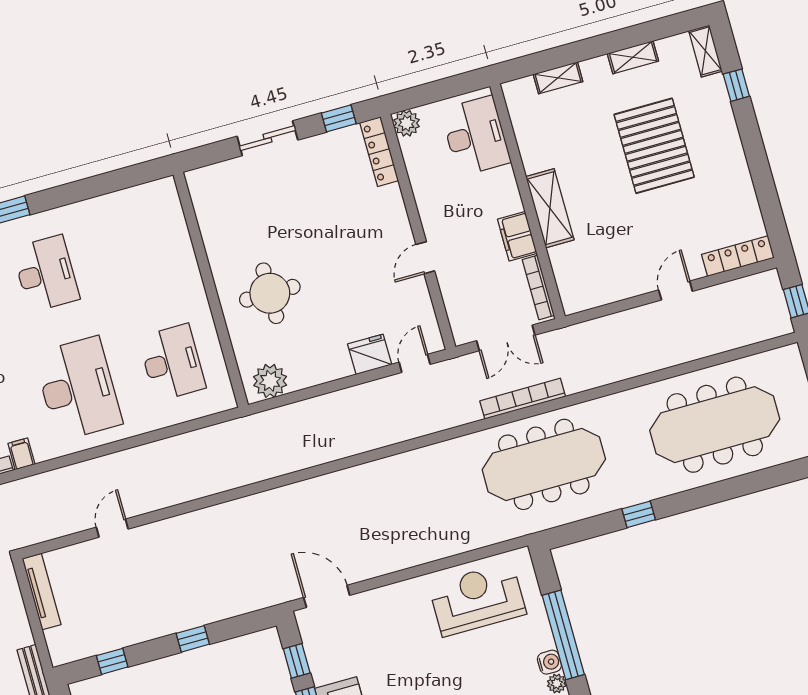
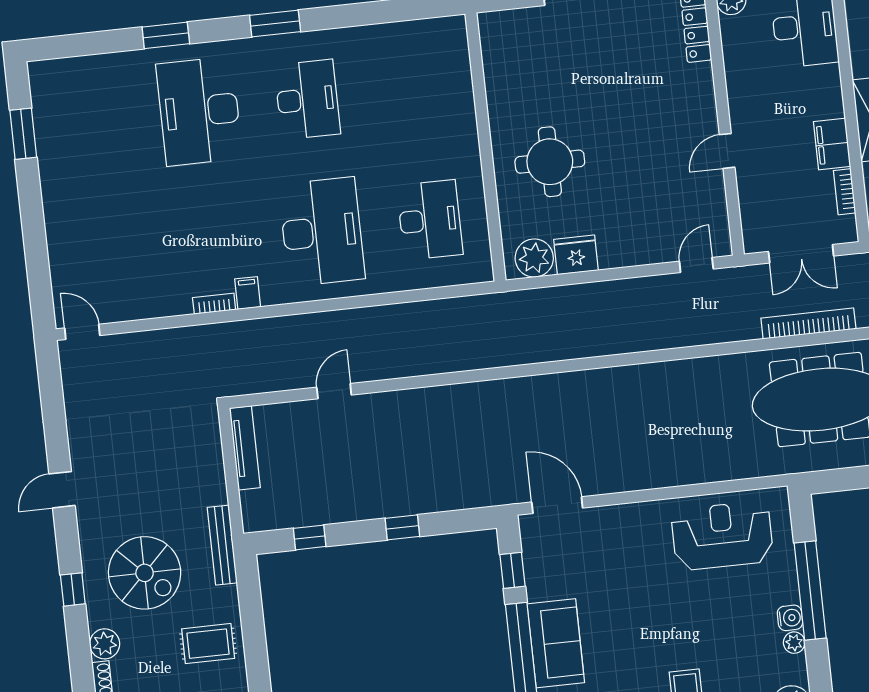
bookcase: (538, 287) -> (845, 192), width x0.64
fridge: (370, 354) -> (576, 255), moved

